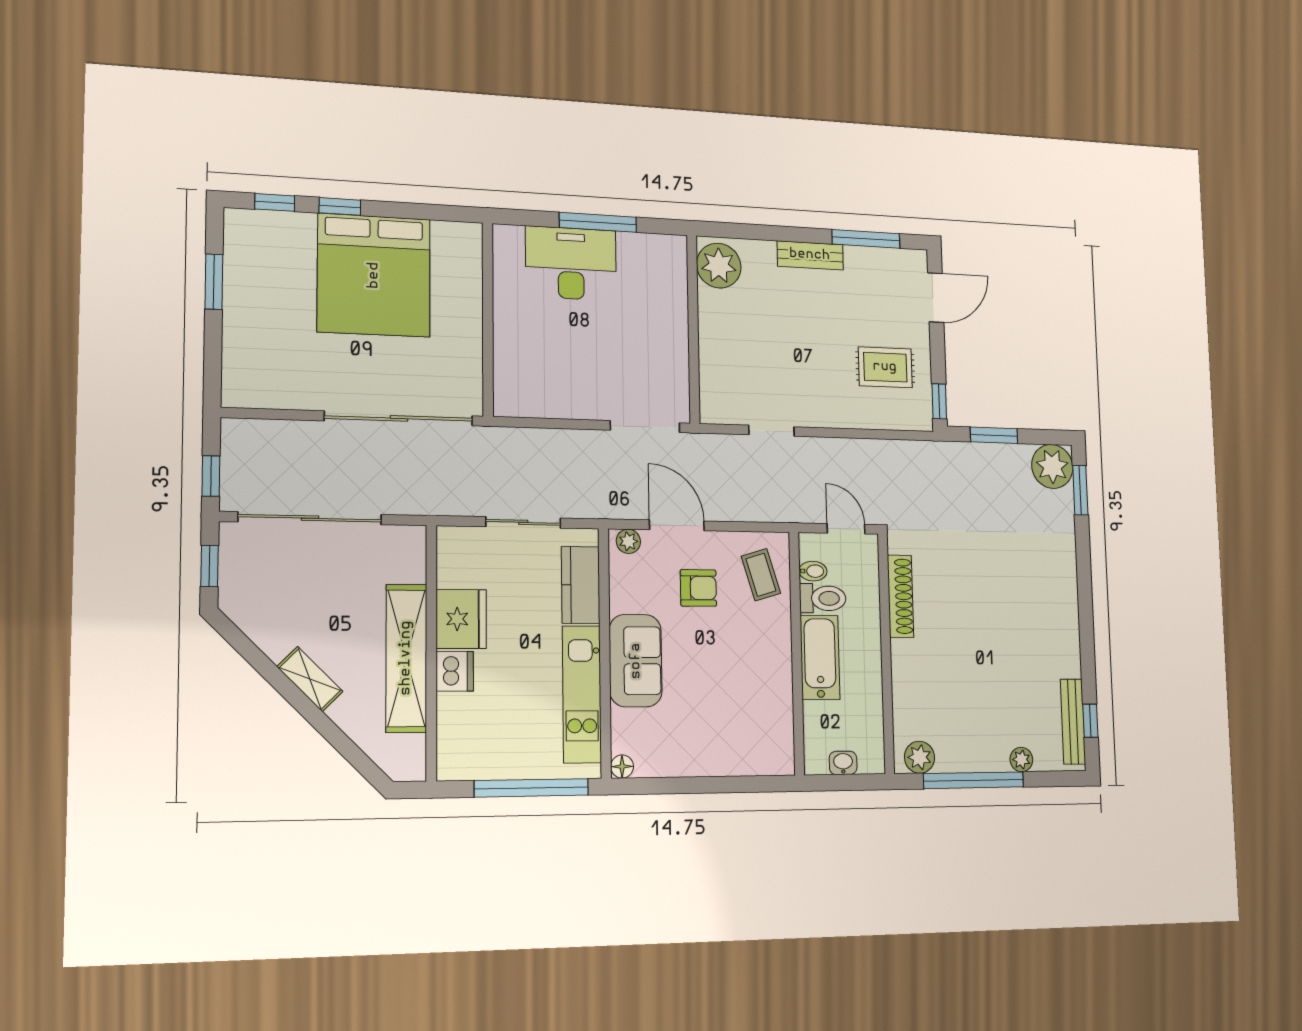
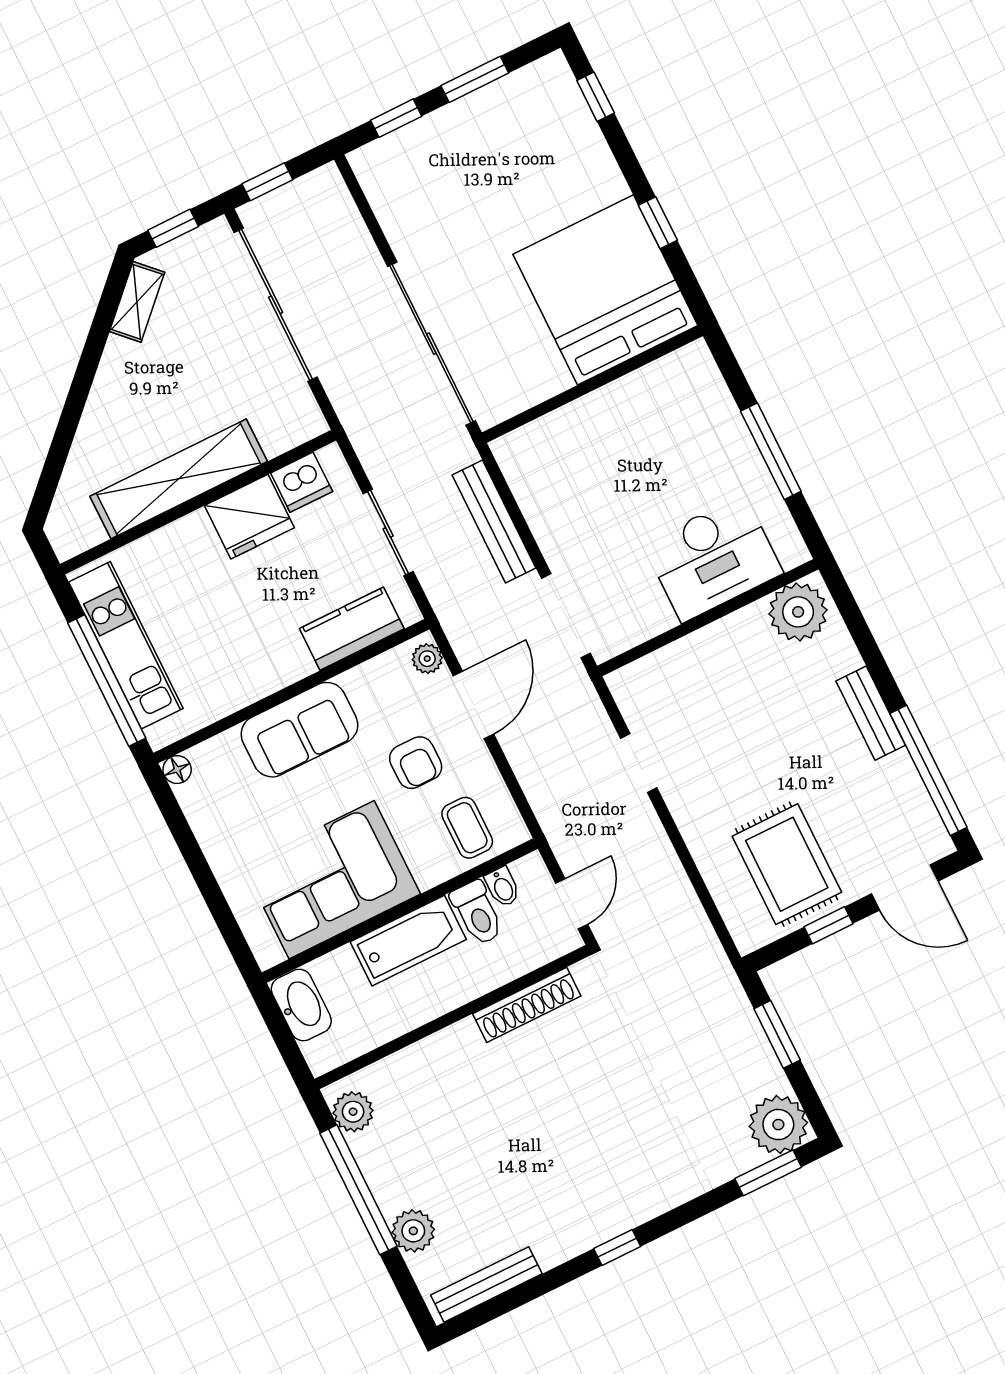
window: (340, 206) -> (658, 223), moved
window: (866, 239) -> (928, 770), width x1.46
desk: (571, 263) -> (713, 558), moved, turned 90
bed: (374, 275) -> (605, 290), moved, turned 90
window: (213, 355) -> (396, 118), added
rug: (885, 367) -> (787, 864), width x1.36, depth x1.43
window: (939, 401) -> (829, 925), moved
bench: (553, 442) -> (494, 521), added
coffee table: (761, 575) -> (467, 828), turned -73
dishwasher: (455, 671) -> (302, 482), moved
shelving: (310, 679) -> (137, 302), moved
corner sofa: (753, 691) -> (332, 880), added
kitchen unit: (582, 694) -> (126, 645), moved, turned 90
window: (1090, 721) -> (617, 1247), moved
plant: (1021, 759) -> (413, 1231), width x1.38, depth x1.38
washbasin: (843, 763) -> (301, 1005), width x1.91, depth x1.45

